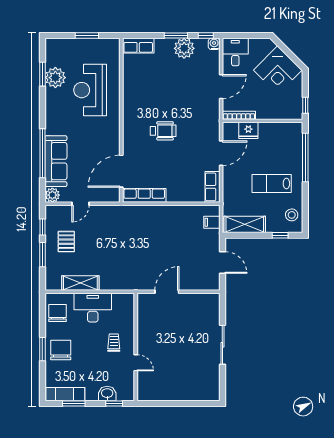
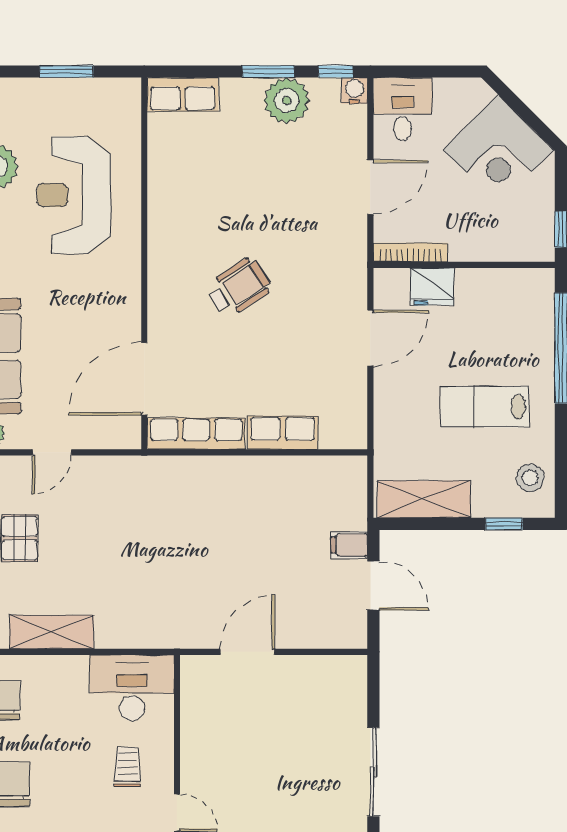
wheelchair: (163, 131) -> (239, 287), turned -33
row of seats: (212, 187) -> (283, 433), moved, turned 90
filing cabinet: (212, 222) -> (349, 545), moved
desk: (93, 308) -> (132, 688), moved

